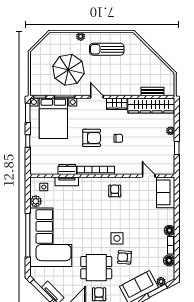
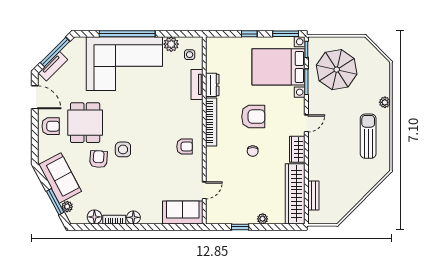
parasol: (68, 70) -> (337, 70), moved
armchair: (92, 138) -> (253, 117), turned -90

